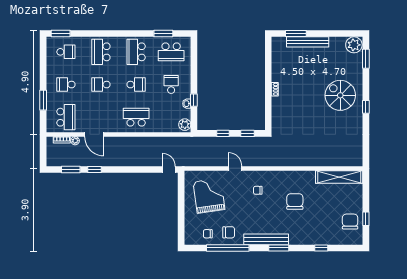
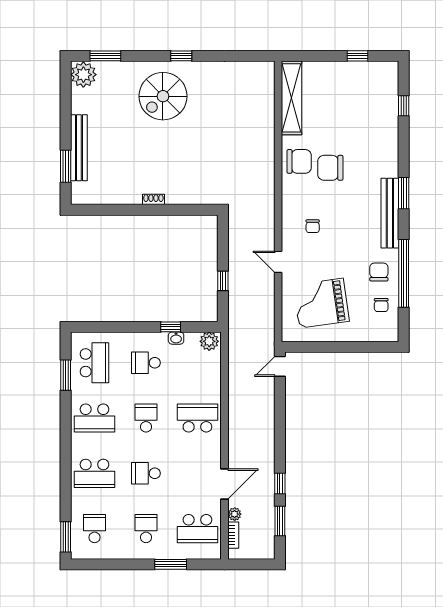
school desk: (66, 85) -> (146, 529), turned 180
school desk: (101, 85) -> (146, 473), turned 90
school desk: (66, 117) -> (197, 529), turned 180
school desk: (136, 117) -> (197, 418), turned 90
window: (247, 133) -> (223, 242), removed
door: (235, 168) -> (278, 262), hinge flipped
chair: (350, 222) -> (299, 161), moved, turned 180
window: (321, 248) -> (404, 106), moved

